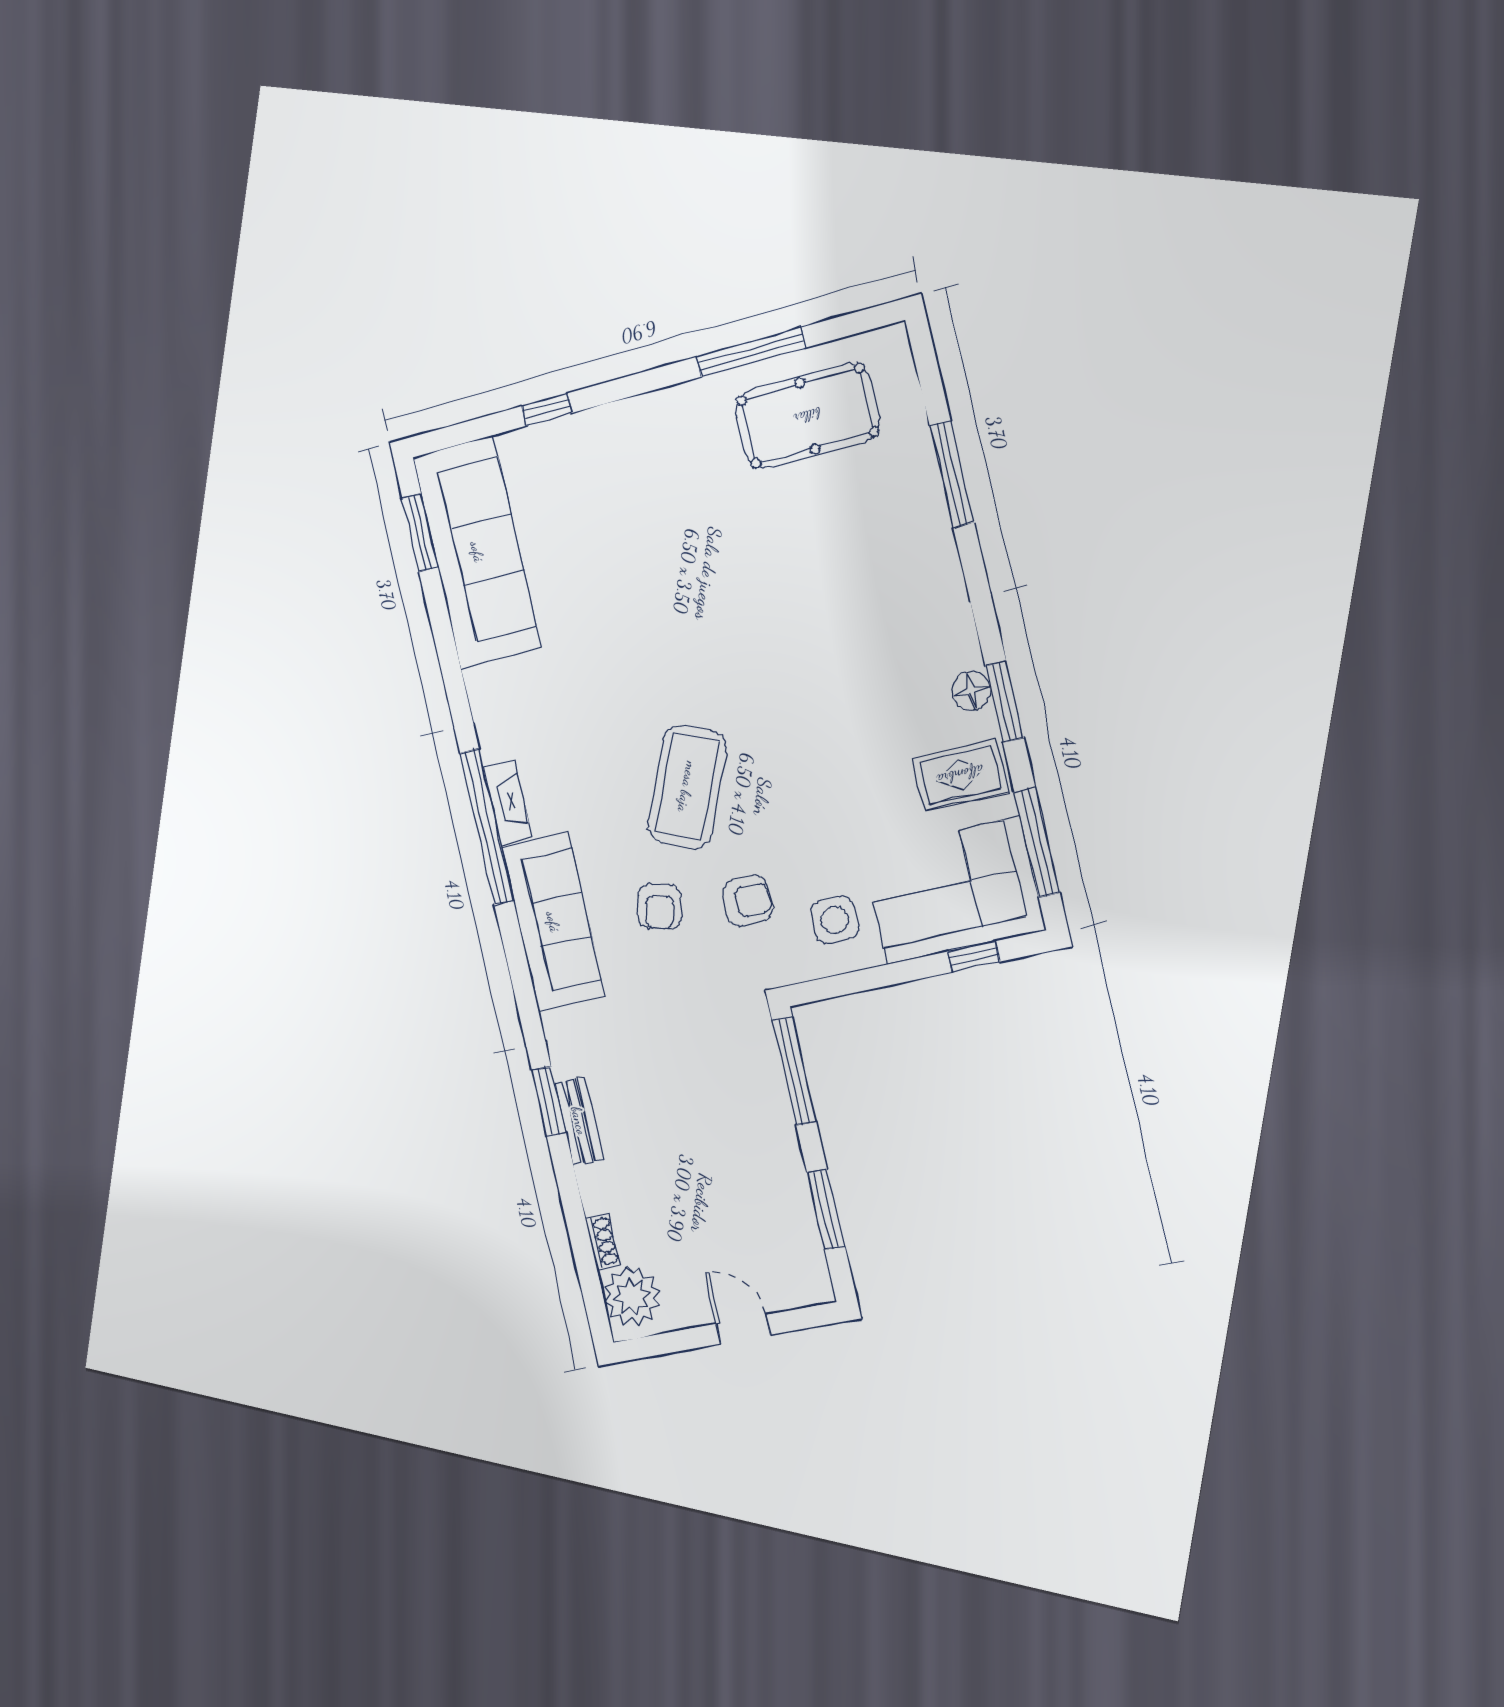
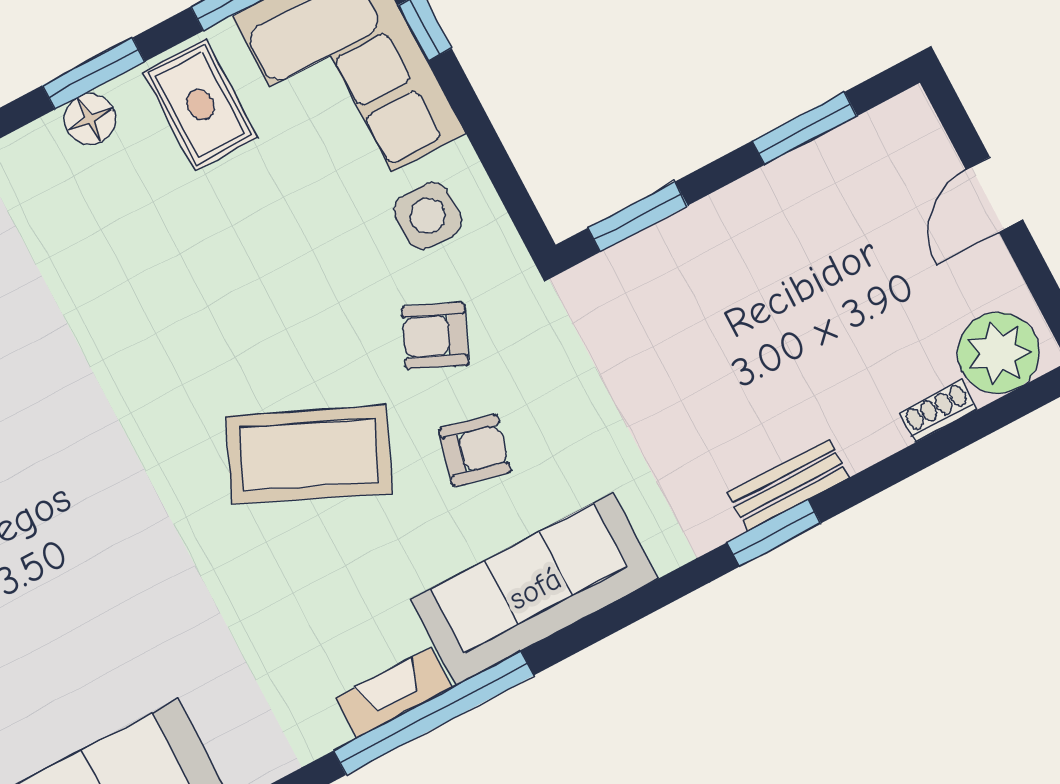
armchair: (747, 901) -> (435, 336), turned -66
window: (794, 1071) -> (638, 217), width x0.69

